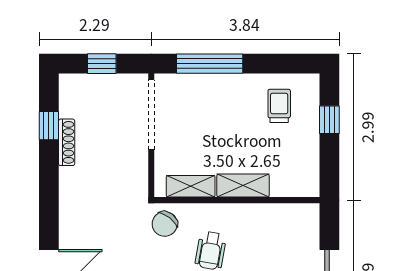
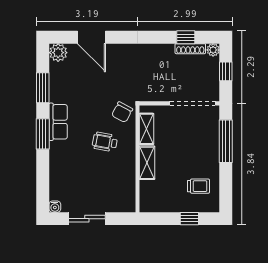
plant: (69, 83) -> (213, 50), added
shoe rack: (67, 142) -> (190, 49), moved
chair: (165, 224) -> (122, 112), turned -100

